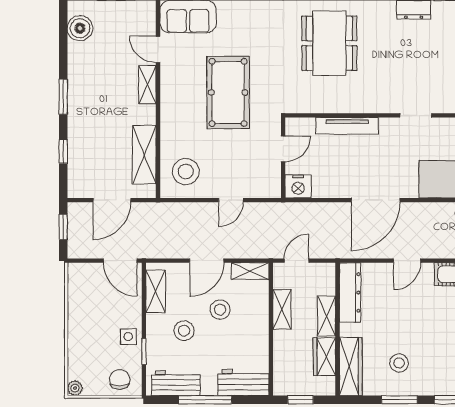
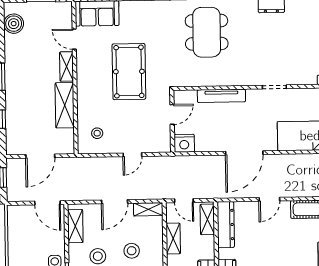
shelving: (144, 155) -> (65, 105), moved
stool: (186, 172) -> (97, 133), width x0.53, depth x0.53
door: (297, 261) -> (184, 201), swing flipped
stool: (220, 310) -> (132, 251), moved
shelving: (327, 316) -> (207, 219), moved

